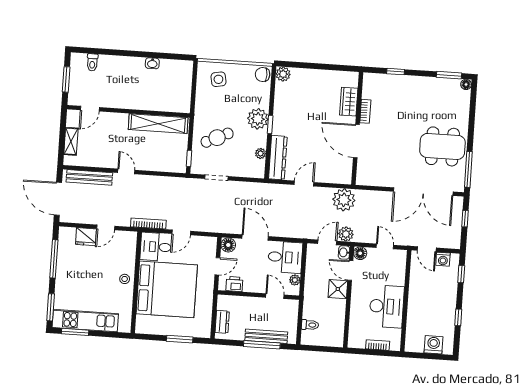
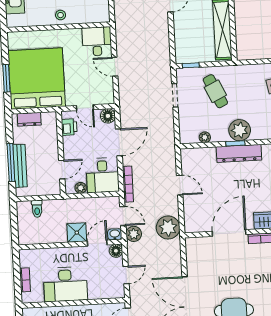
dresser: (278, 158) -> (239, 153), moved
bookcase: (148, 224) -> (128, 184), moved
bed: (167, 289) -> (37, 78), moved, turned 180

